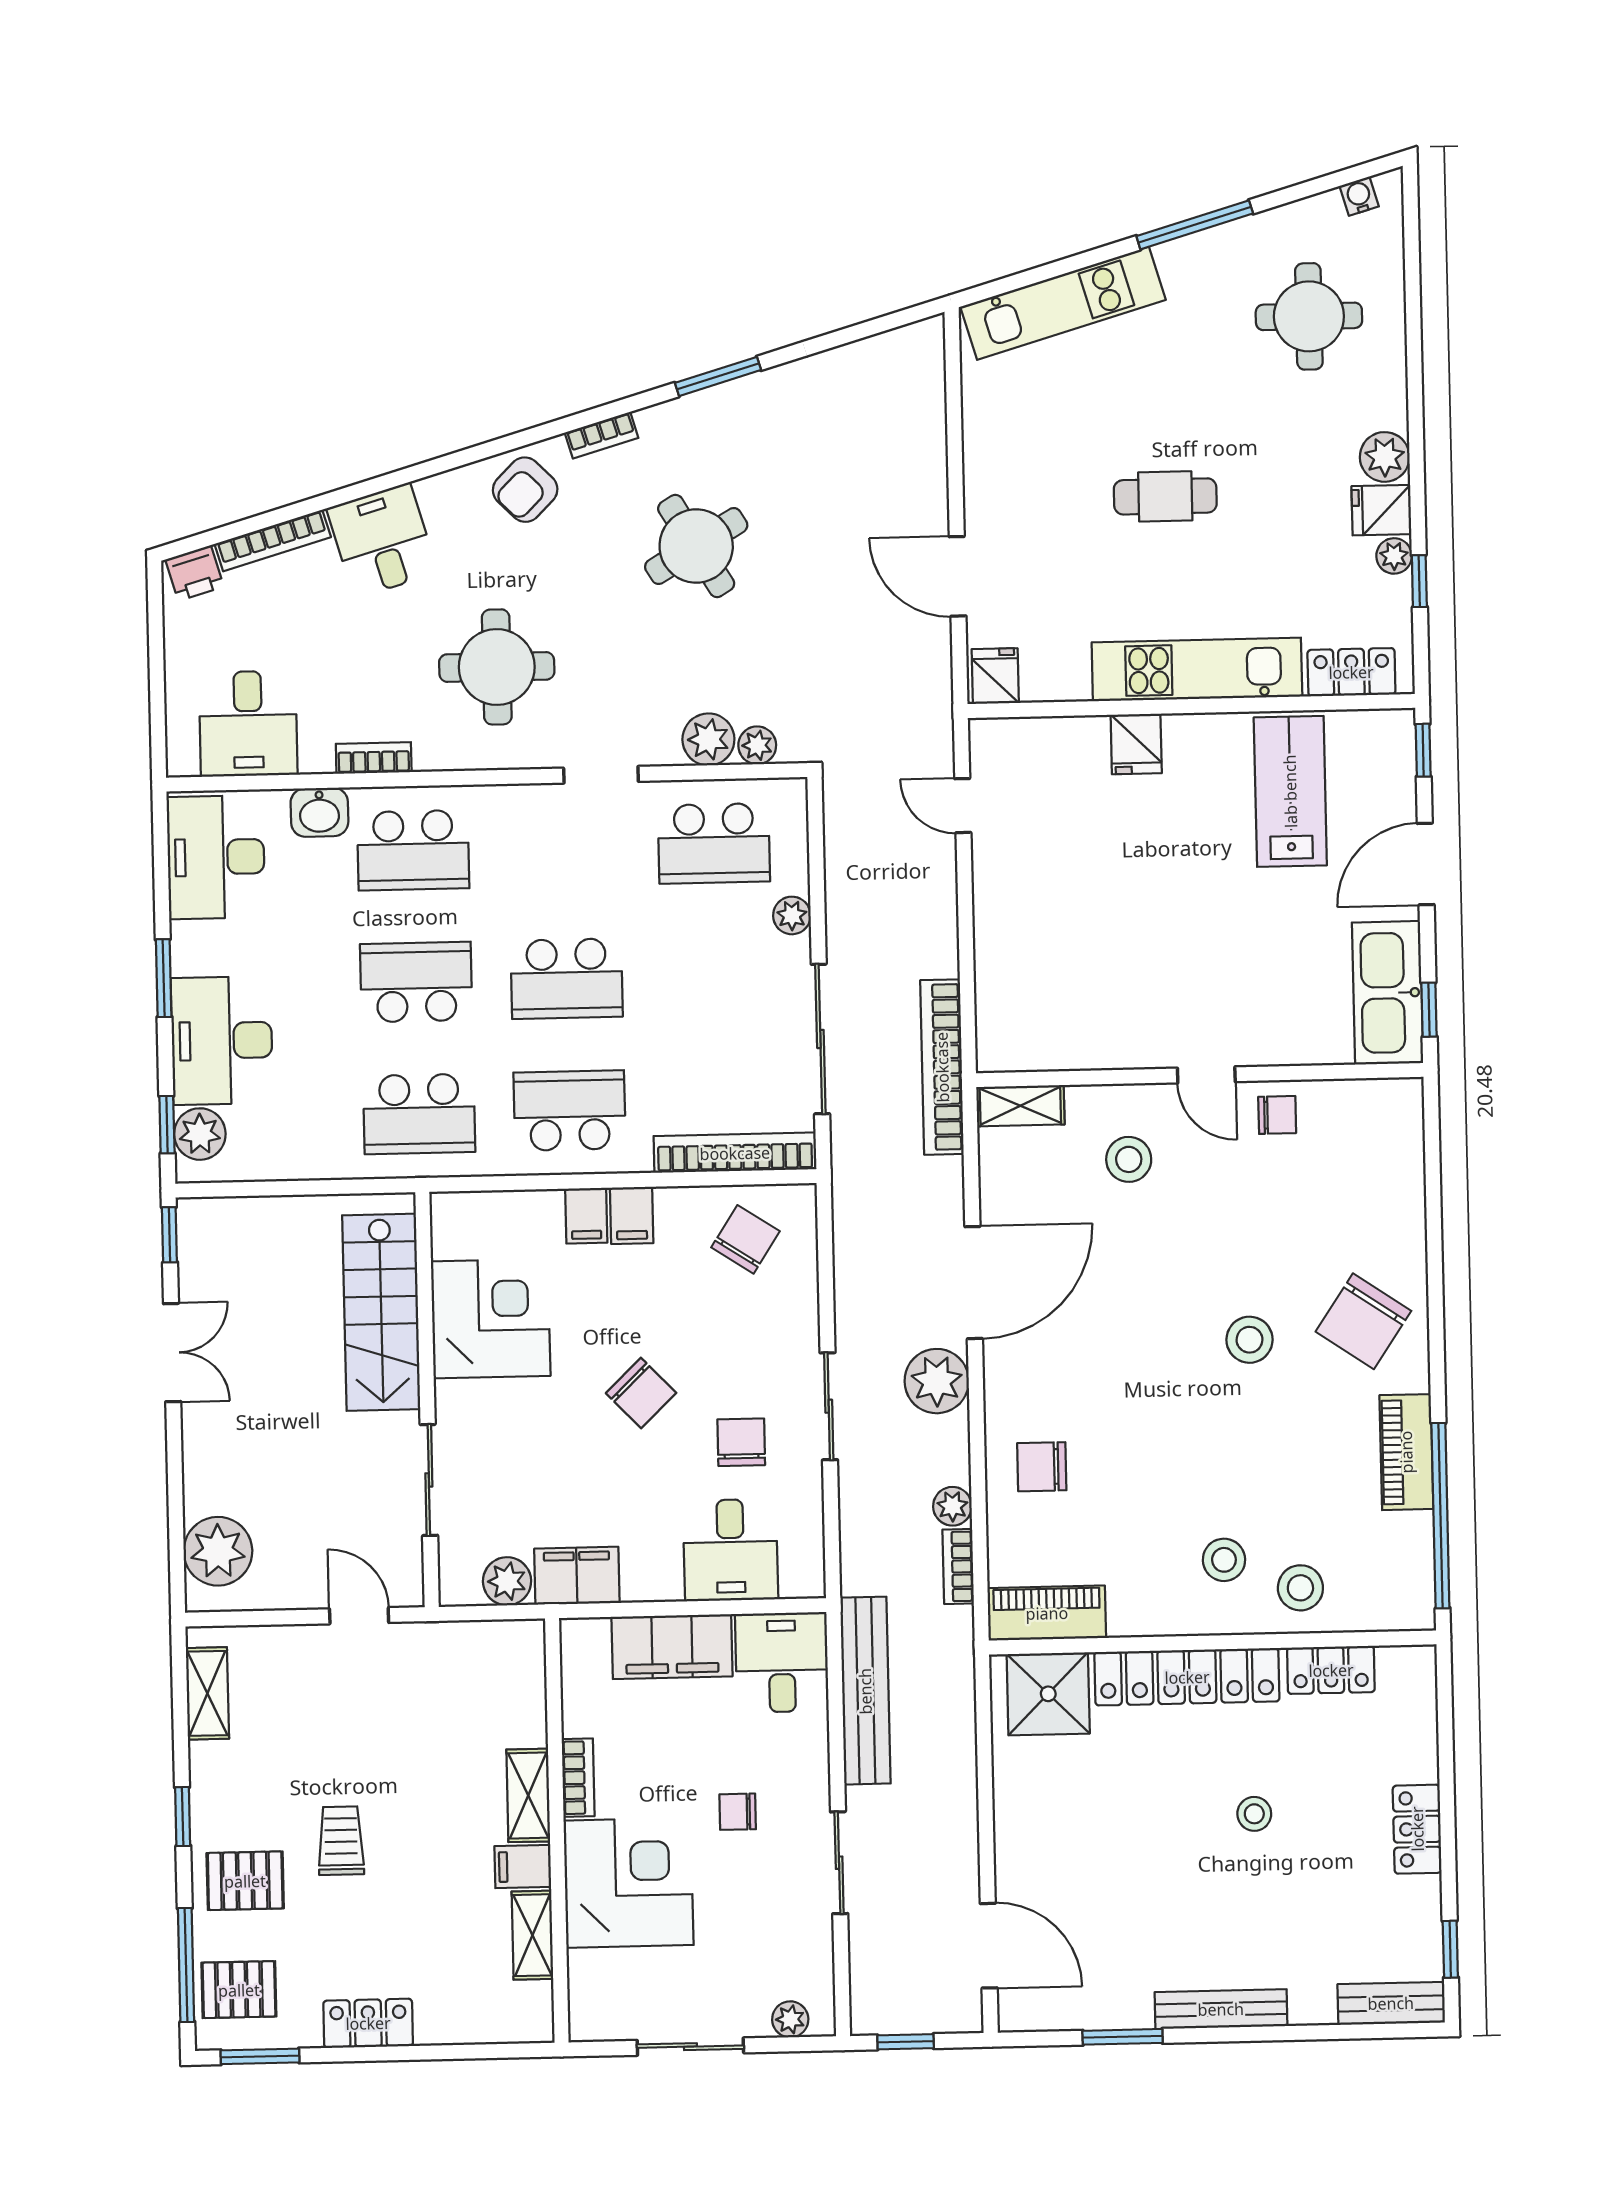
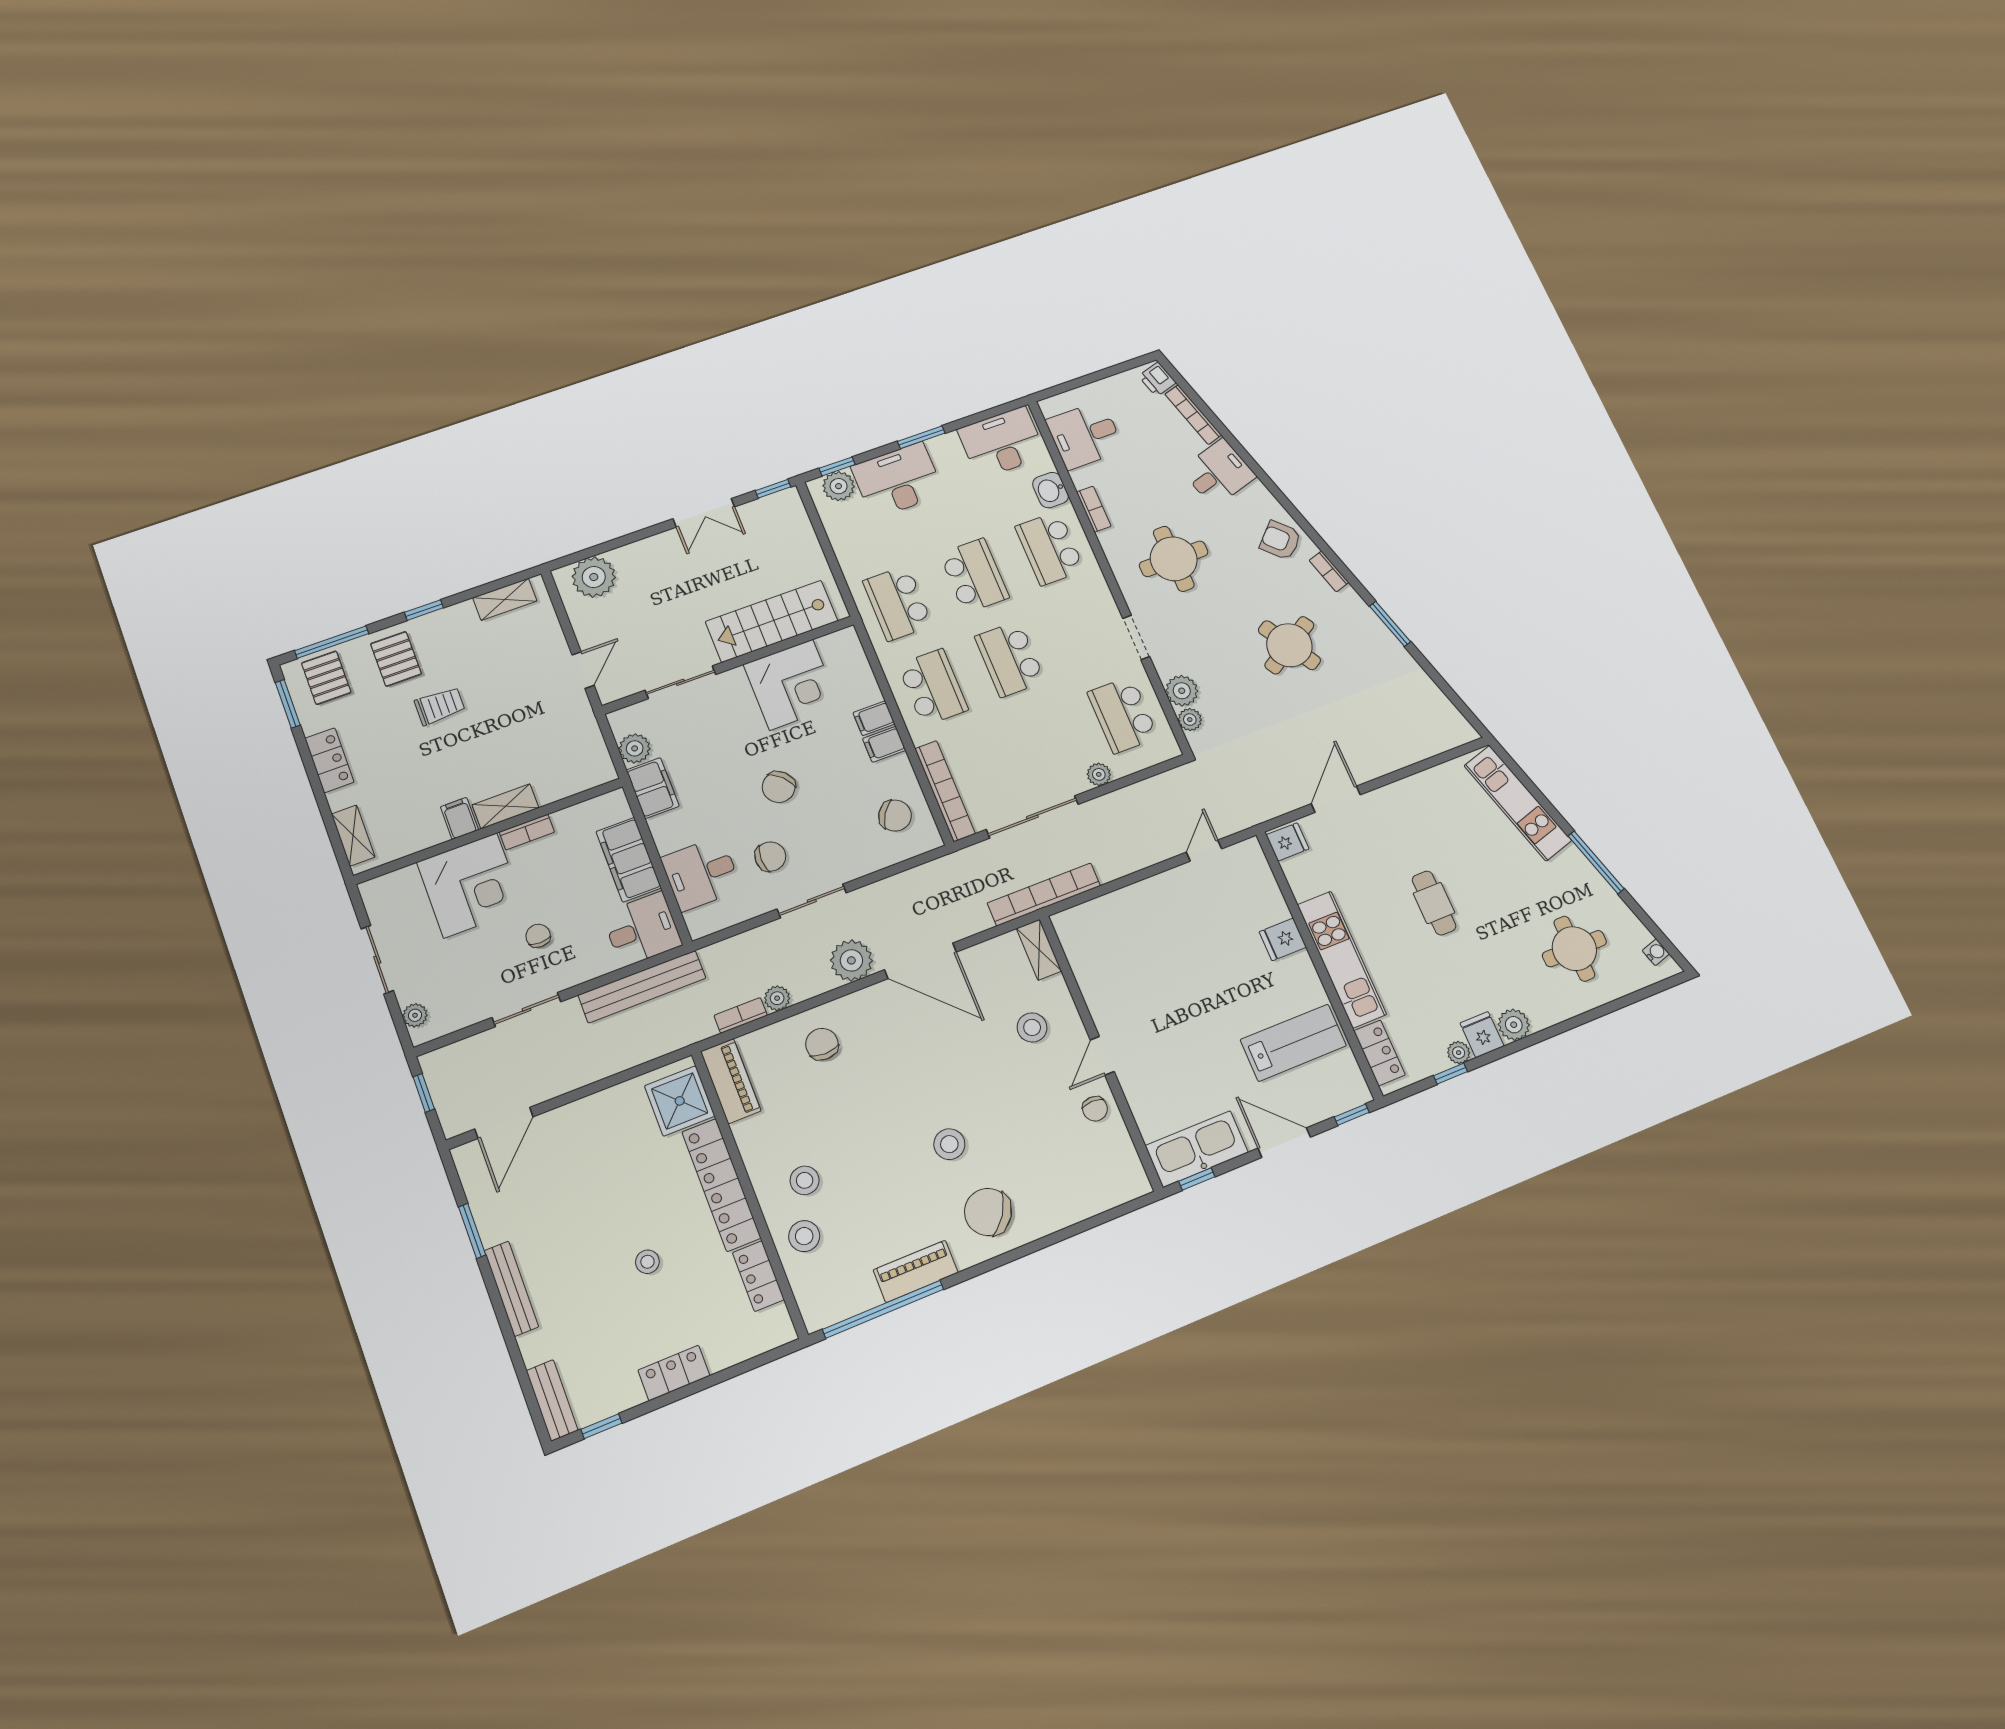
shelving: (532, 1935) -> (353, 836), moved, turned 90

